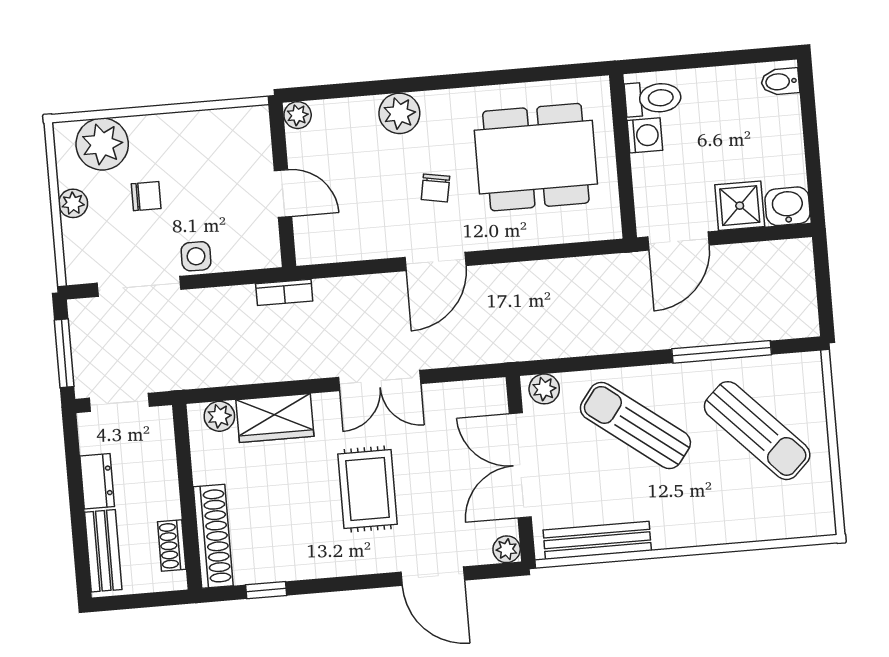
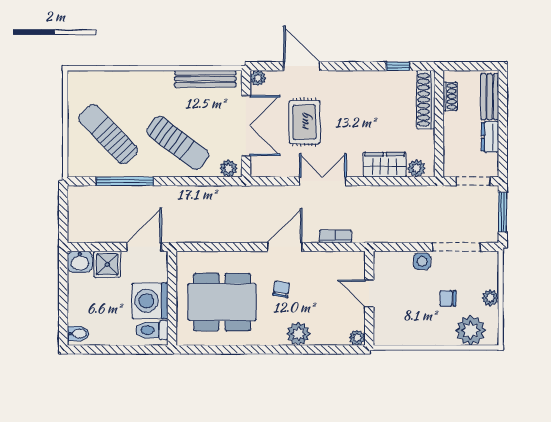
washing machine: (645, 135) -> (150, 301), width x1.89, depth x1.89
bookcase: (284, 292) -> (335, 236), moved
rug: (368, 489) -> (304, 122), moved

